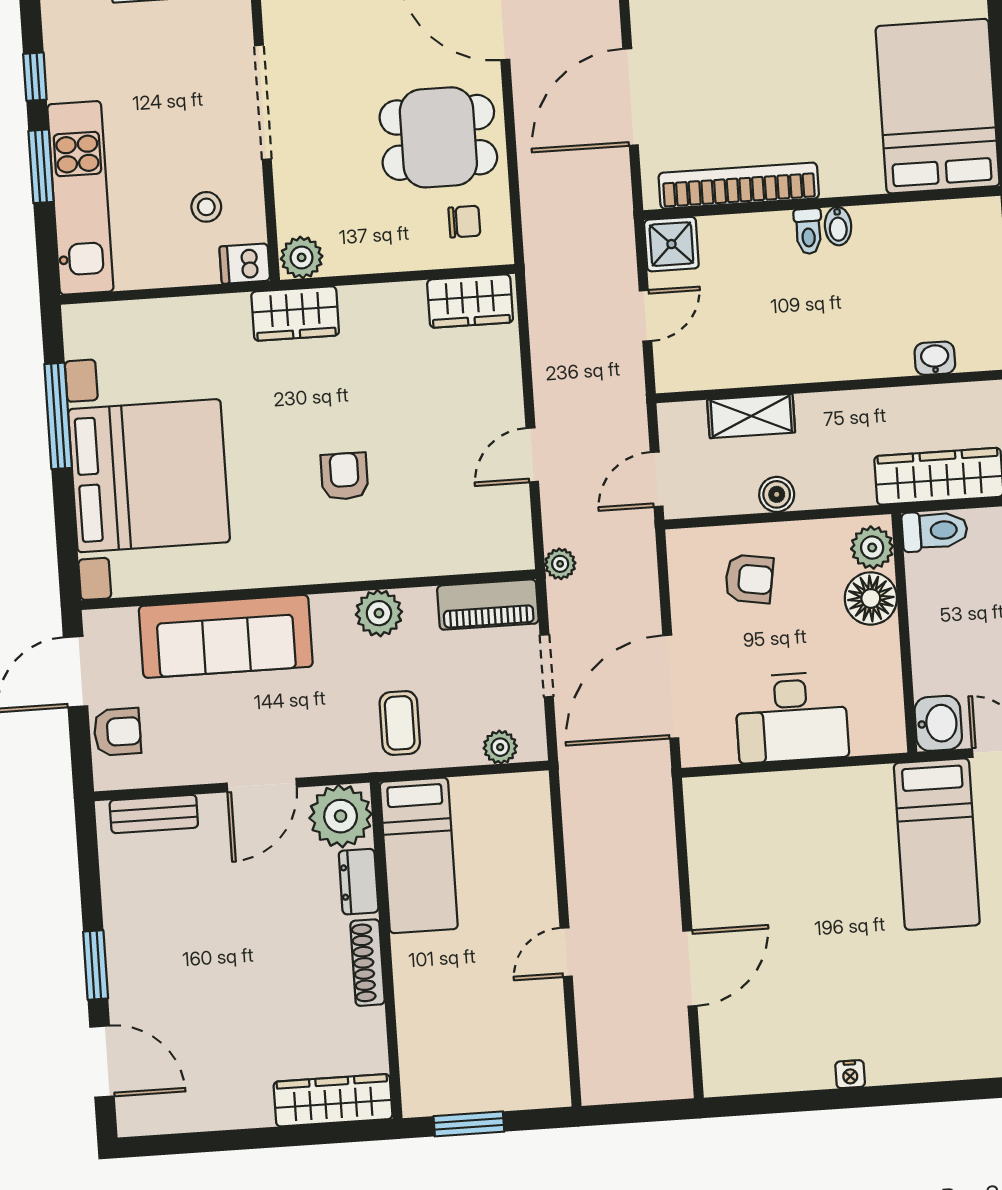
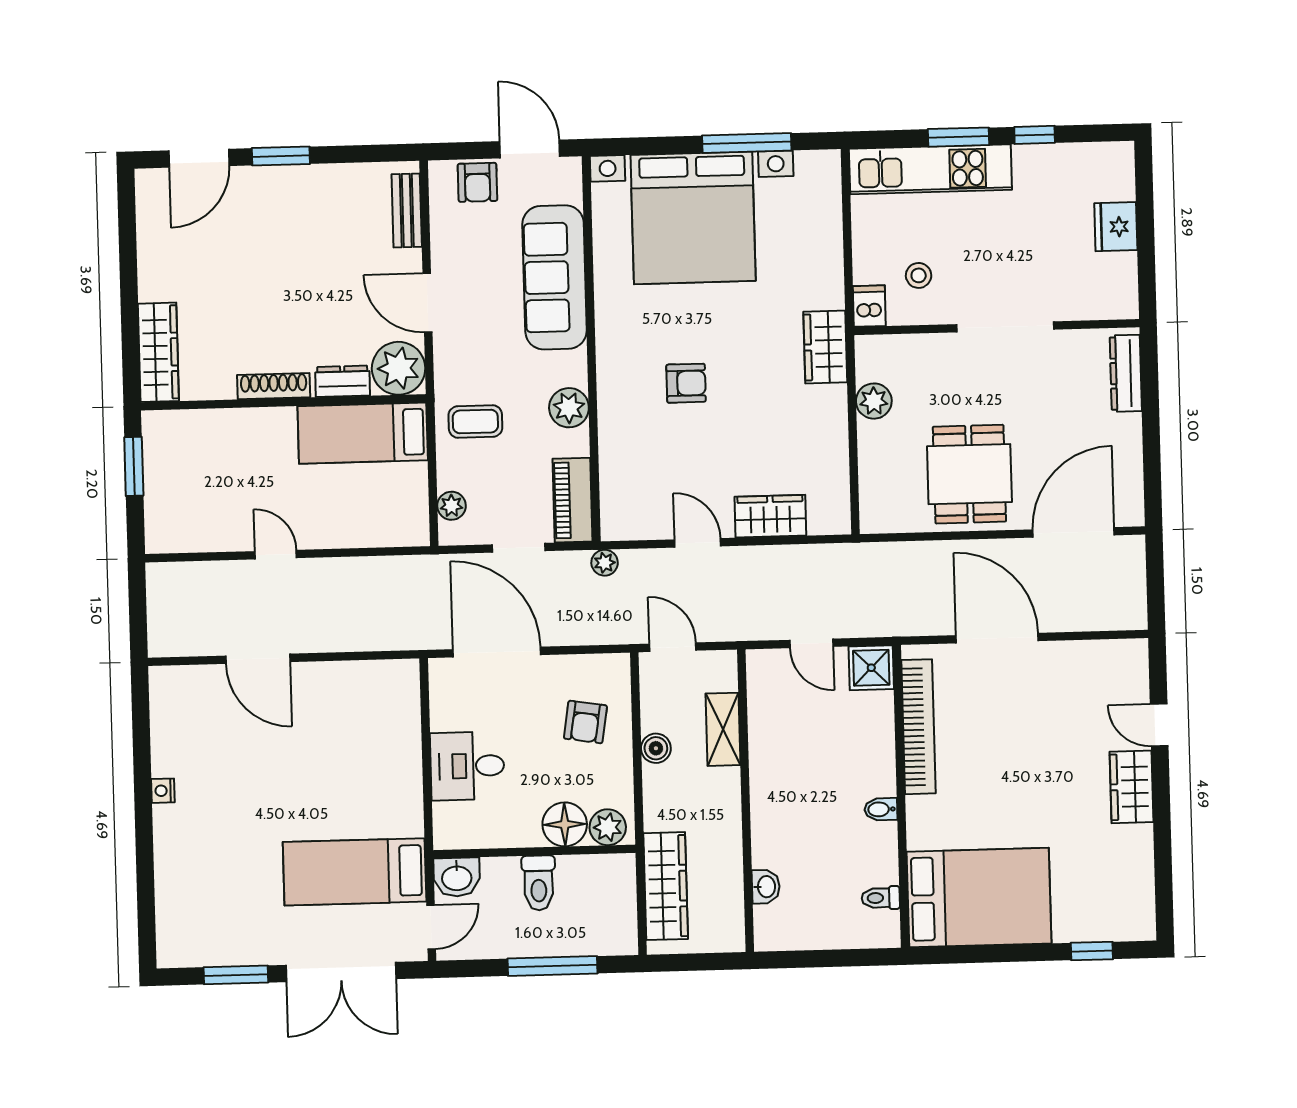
chair: (464, 222) -> (897, 493), removed
toilet: (808, 231) -> (881, 898), moved
plant: (302, 257) -> (874, 401), moved
wardrobe: (470, 301) -> (770, 516), moved, turned 90
toilet: (935, 531) -> (539, 883), moved
desk: (792, 717) -> (467, 766), width x0.73

